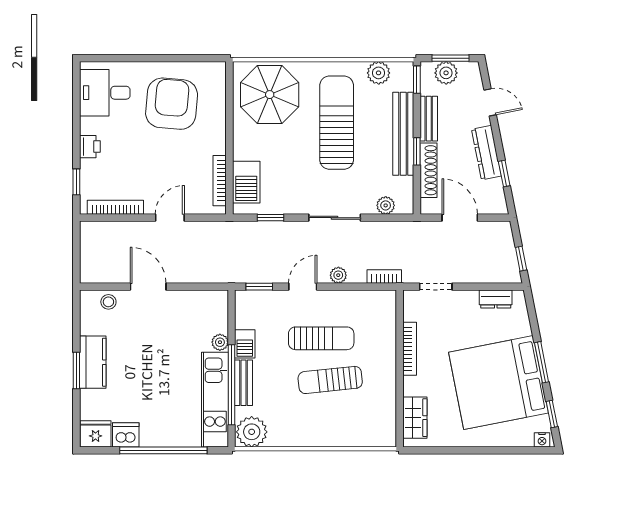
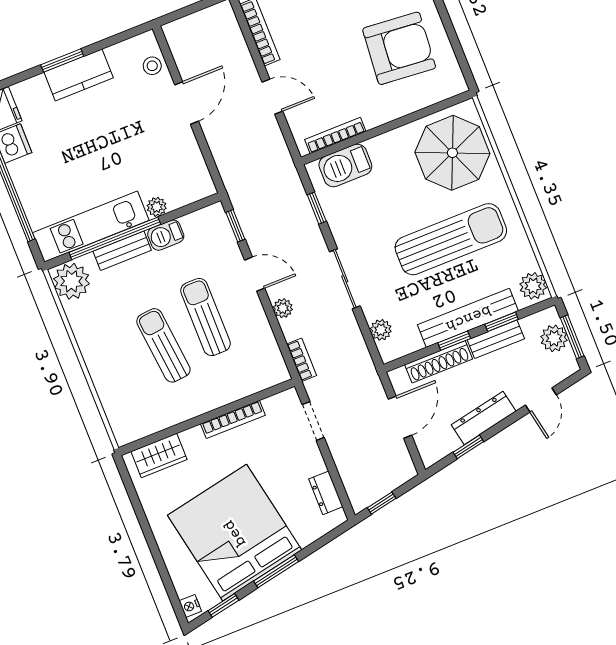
plant: (379, 73) -> (533, 286), moved
window: (417, 80) -> (502, 322), moved
sun lounger: (321, 338) -> (206, 317), turned 180

